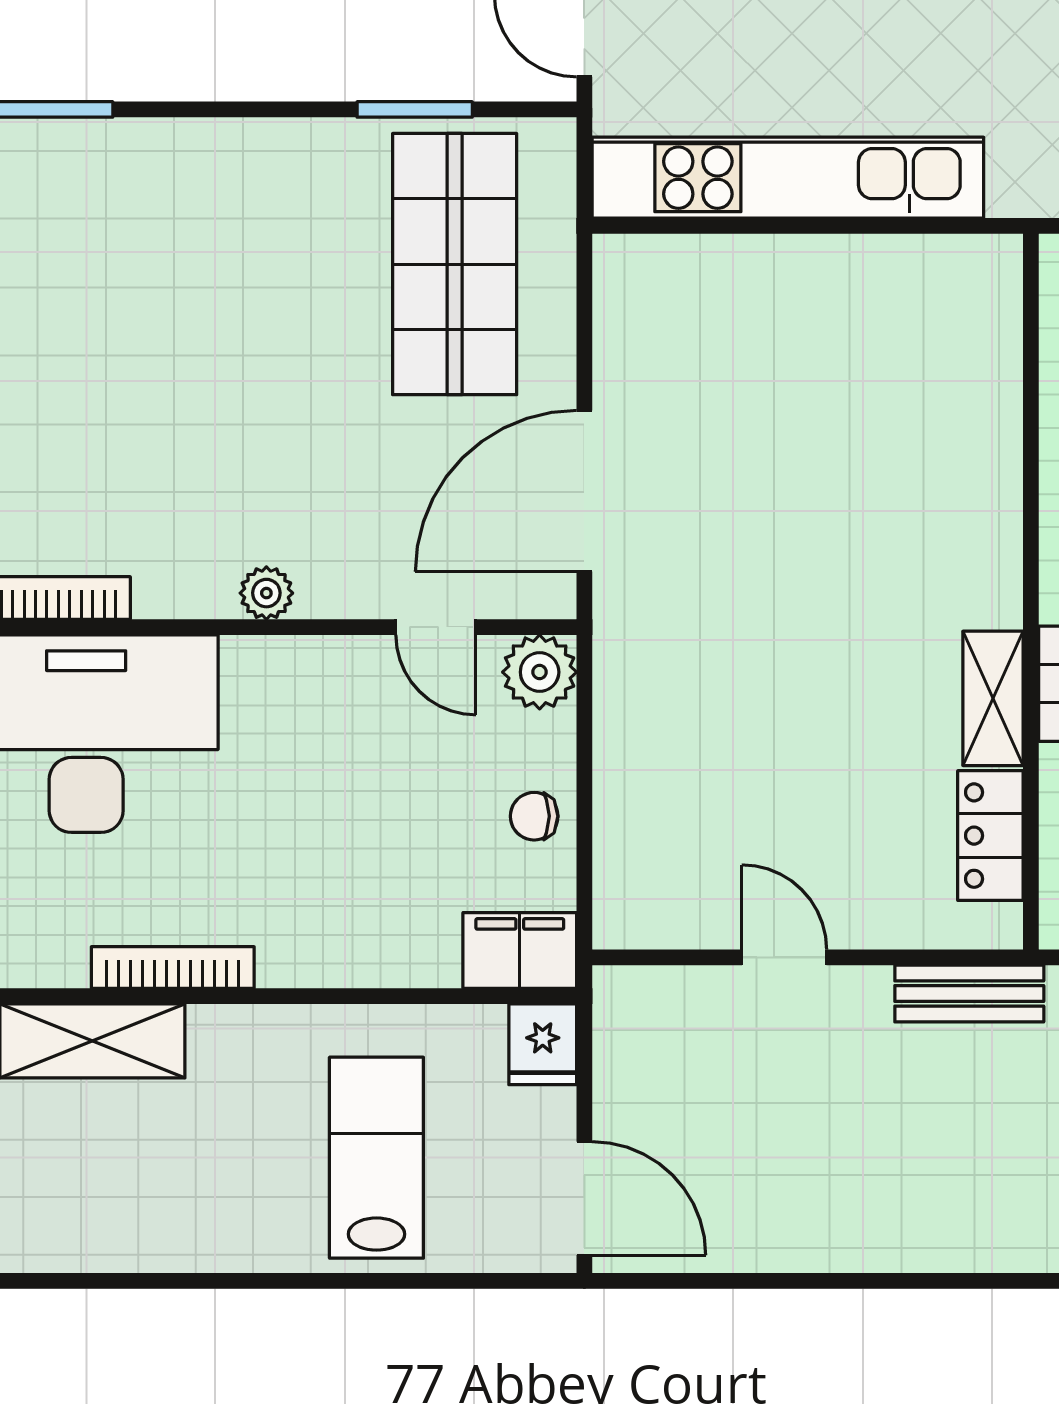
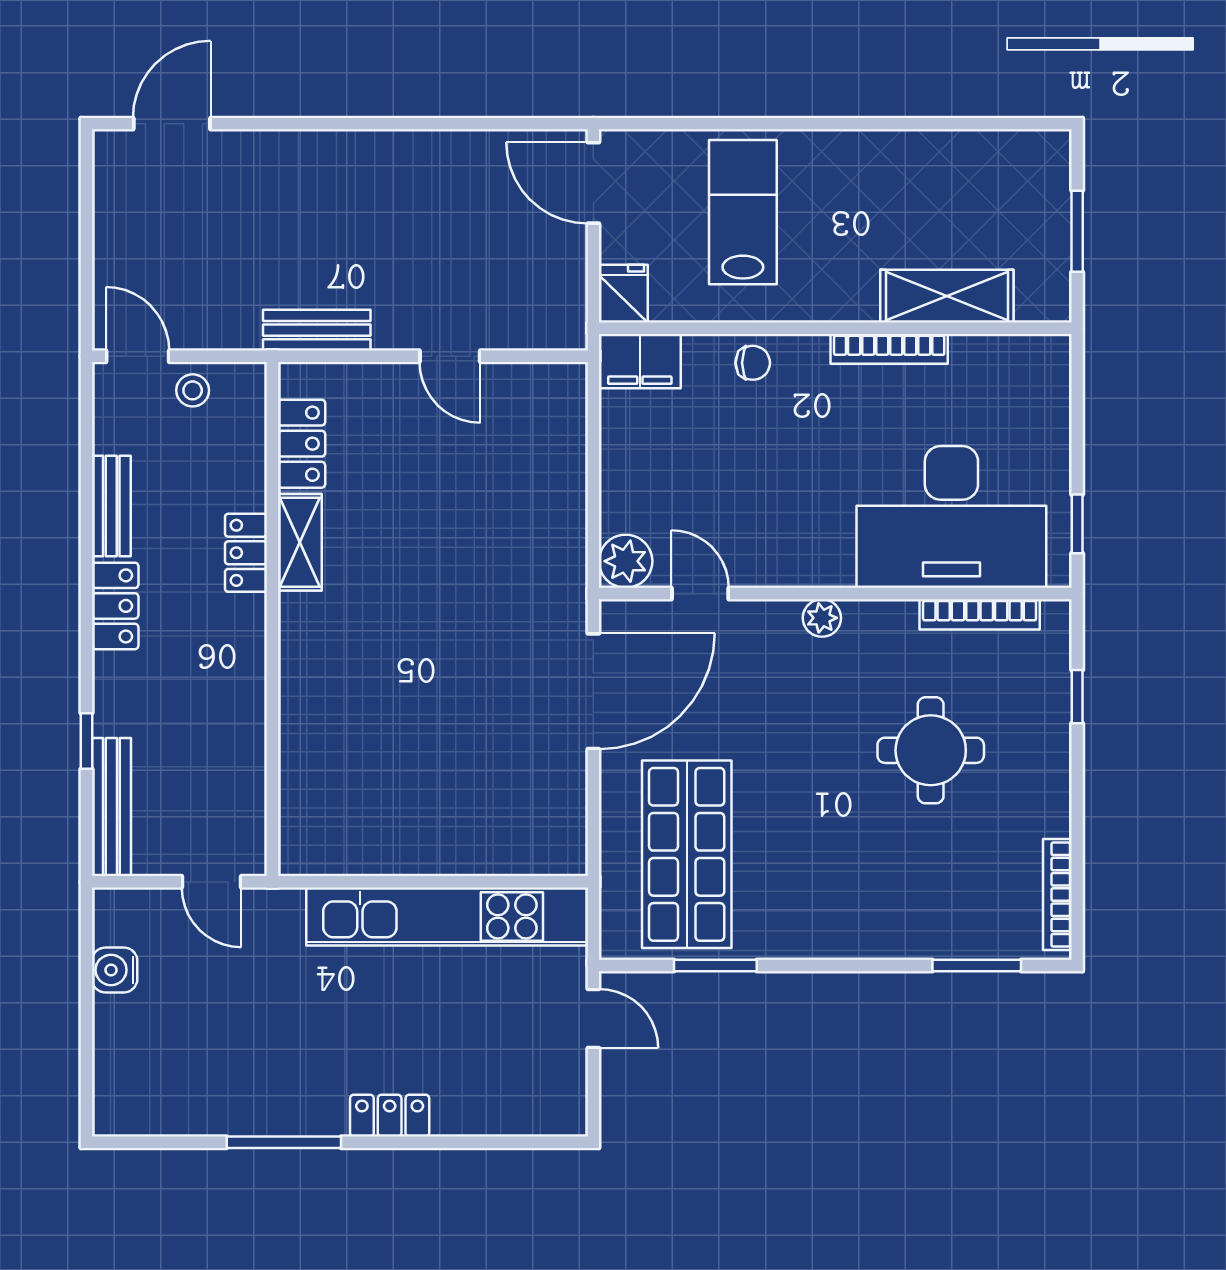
round table: (115, 409) -> (931, 750), added
chair: (534, 816) -> (753, 363), moved
lab bench: (376, 1158) -> (743, 212), turned 180

